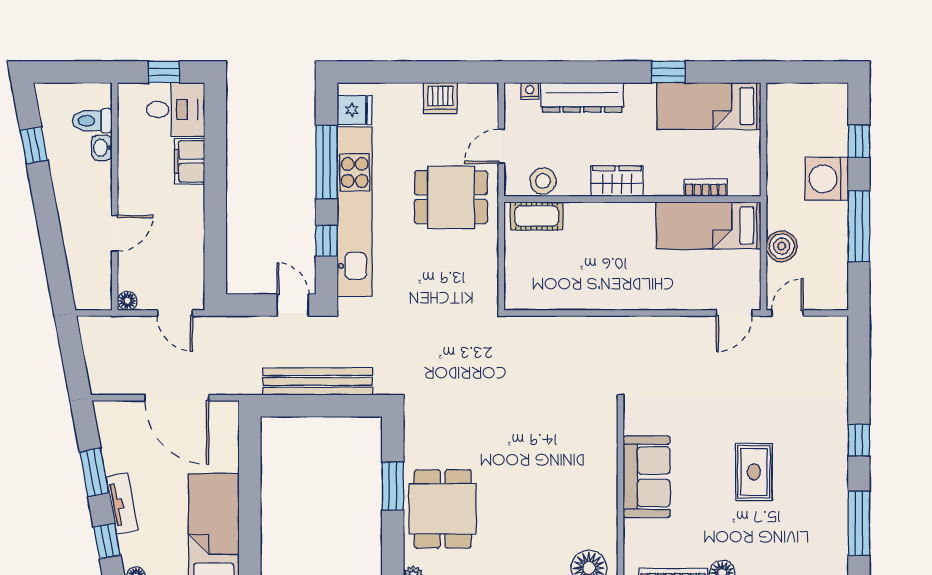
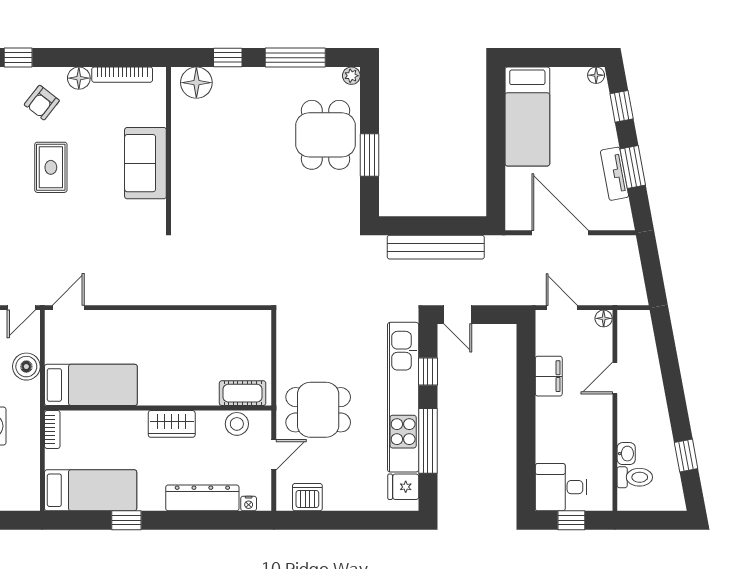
dishwasher: (440, 98) -> (307, 497), moved
filing cabinet: (190, 161) -> (549, 376), moved
bookcase: (706, 188) -> (52, 429), moved, turned -90
tv unit: (122, 503) -> (615, 174), moved
armchair: (764, 545) -> (42, 103), added

